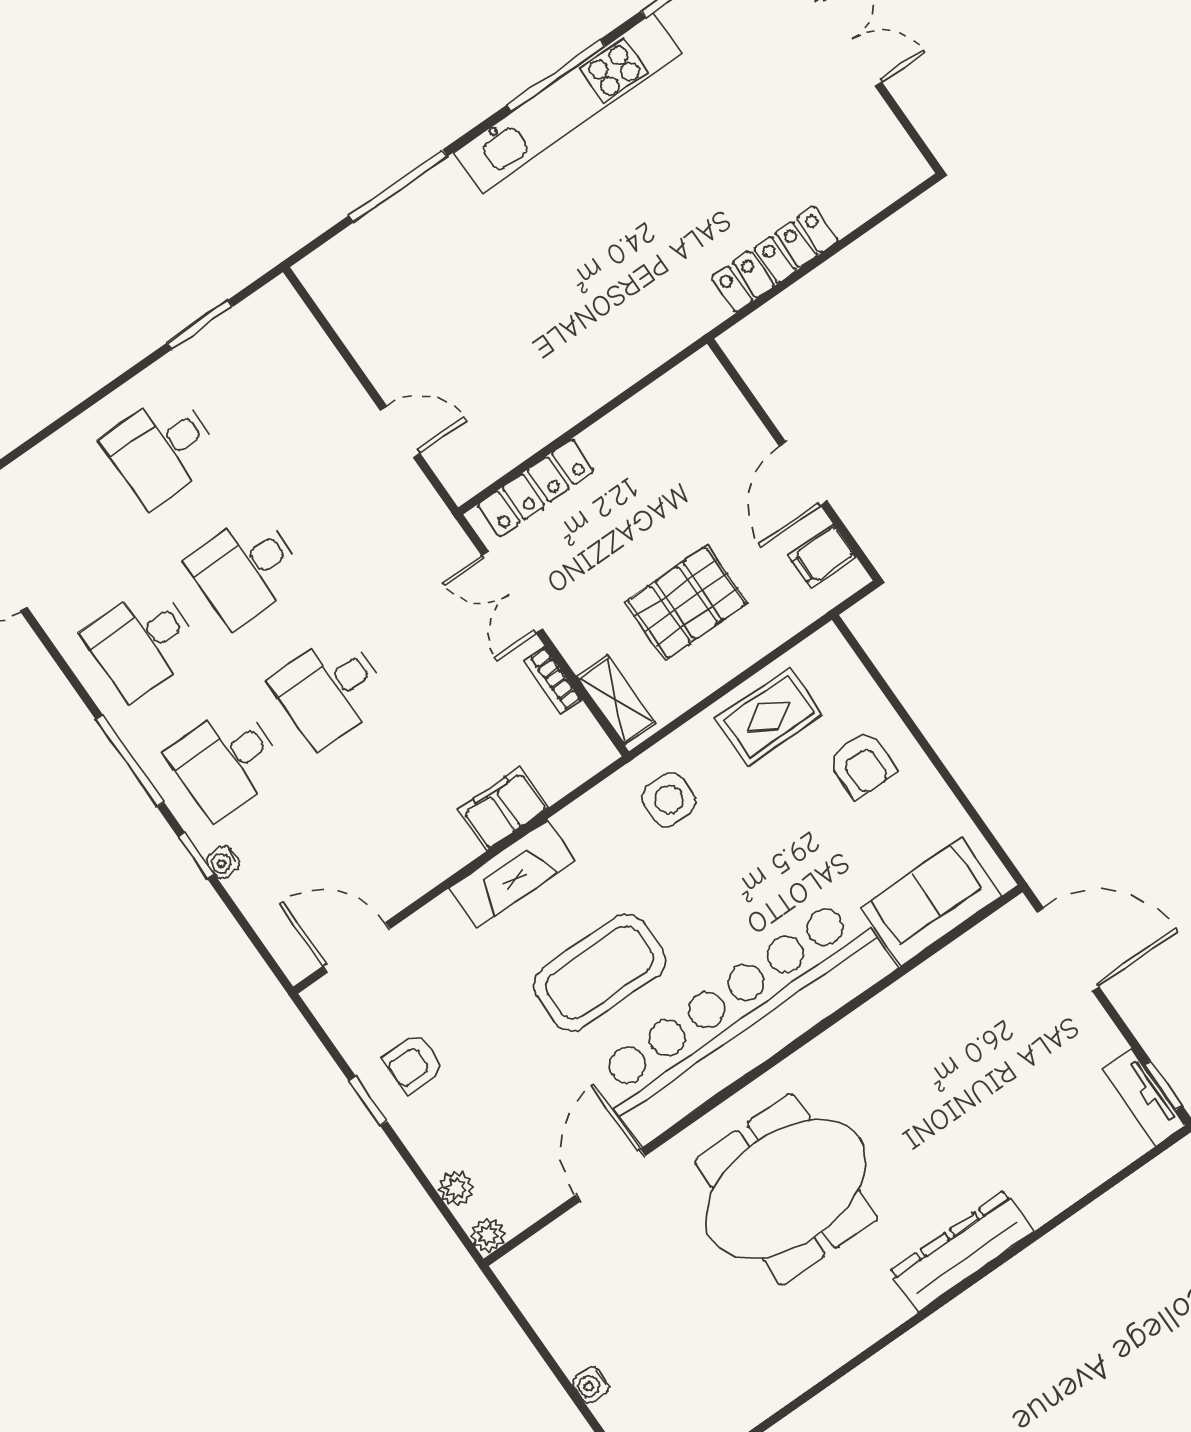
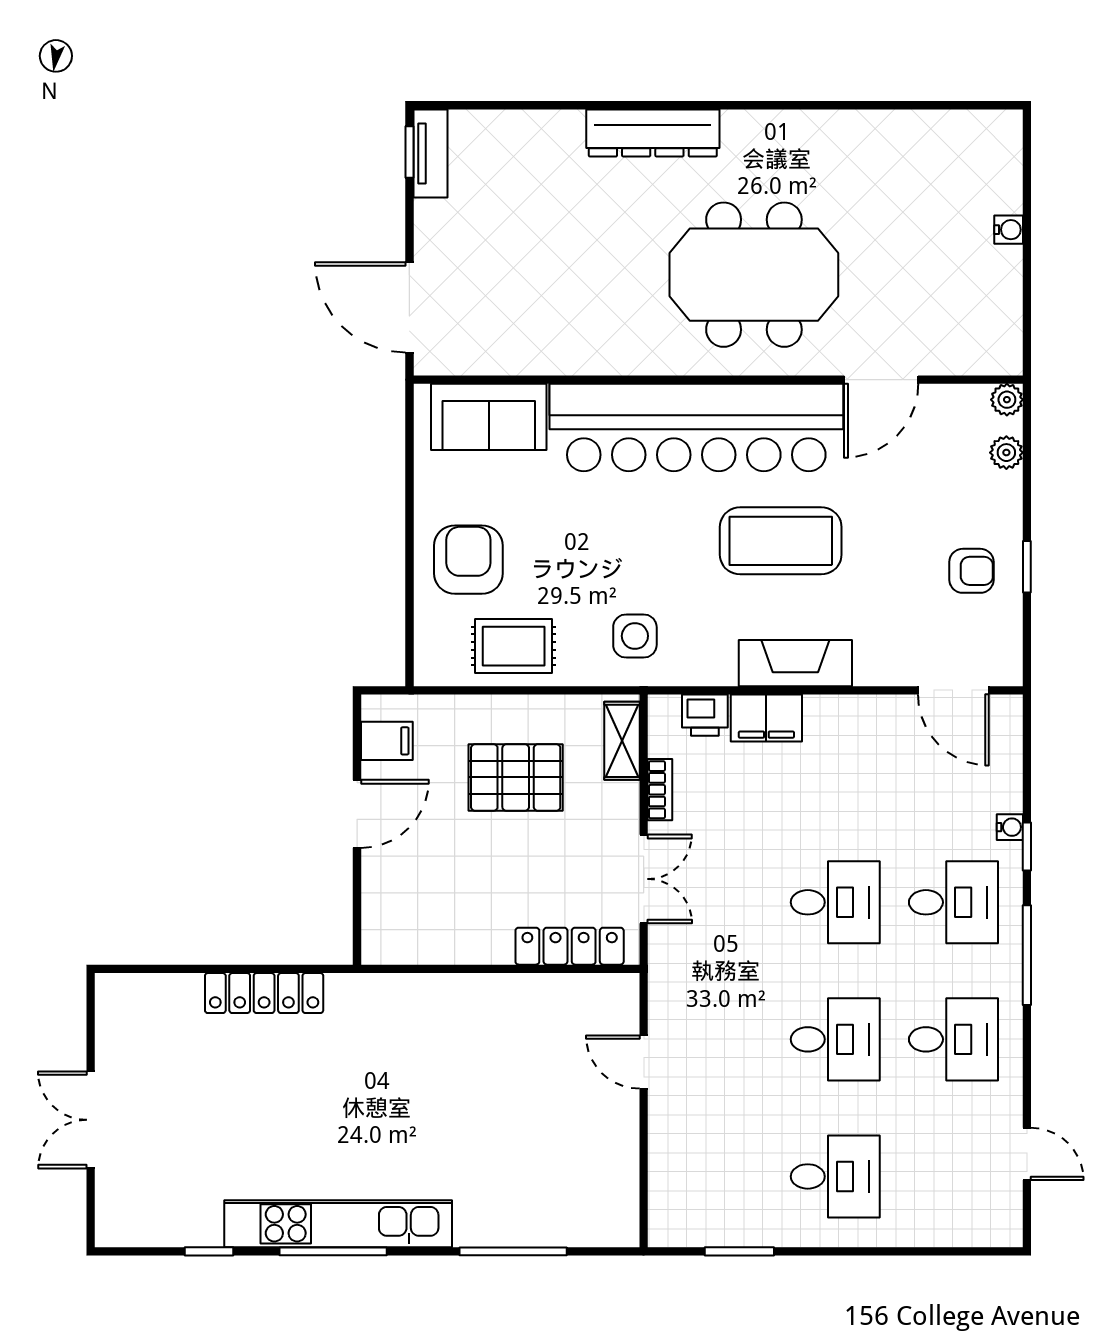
armchair: (862, 765) -> (468, 560), width x1.38, depth x1.38
printer: (559, 773) -> (705, 715), added

